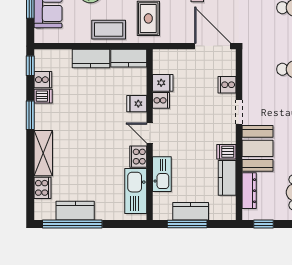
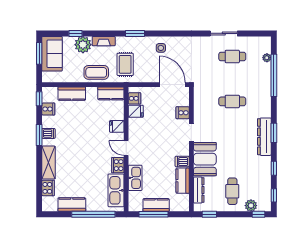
kitchen counter: (91, 59) -> (72, 94), moved
dishwasher: (43, 96) -> (48, 133), moved
cooker: (161, 100) -> (134, 98), moved
window: (72, 224) -> (93, 214), moved

